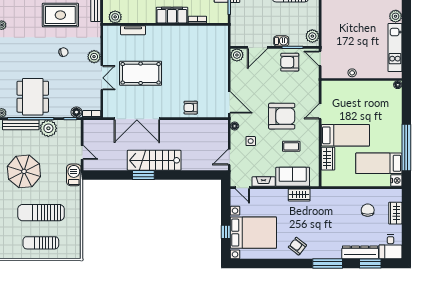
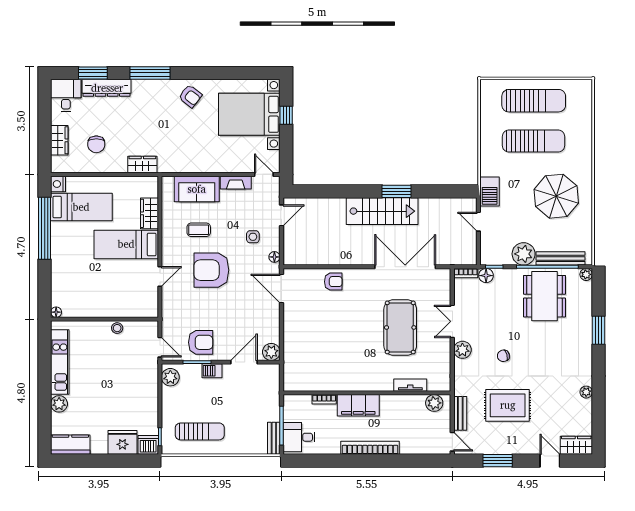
pool table: (141, 73) -> (400, 327), turned 90
wardrobe: (299, 195) -> (142, 165), moved
sun lounger: (41, 243) -> (534, 101), width x1.36, depth x1.34

